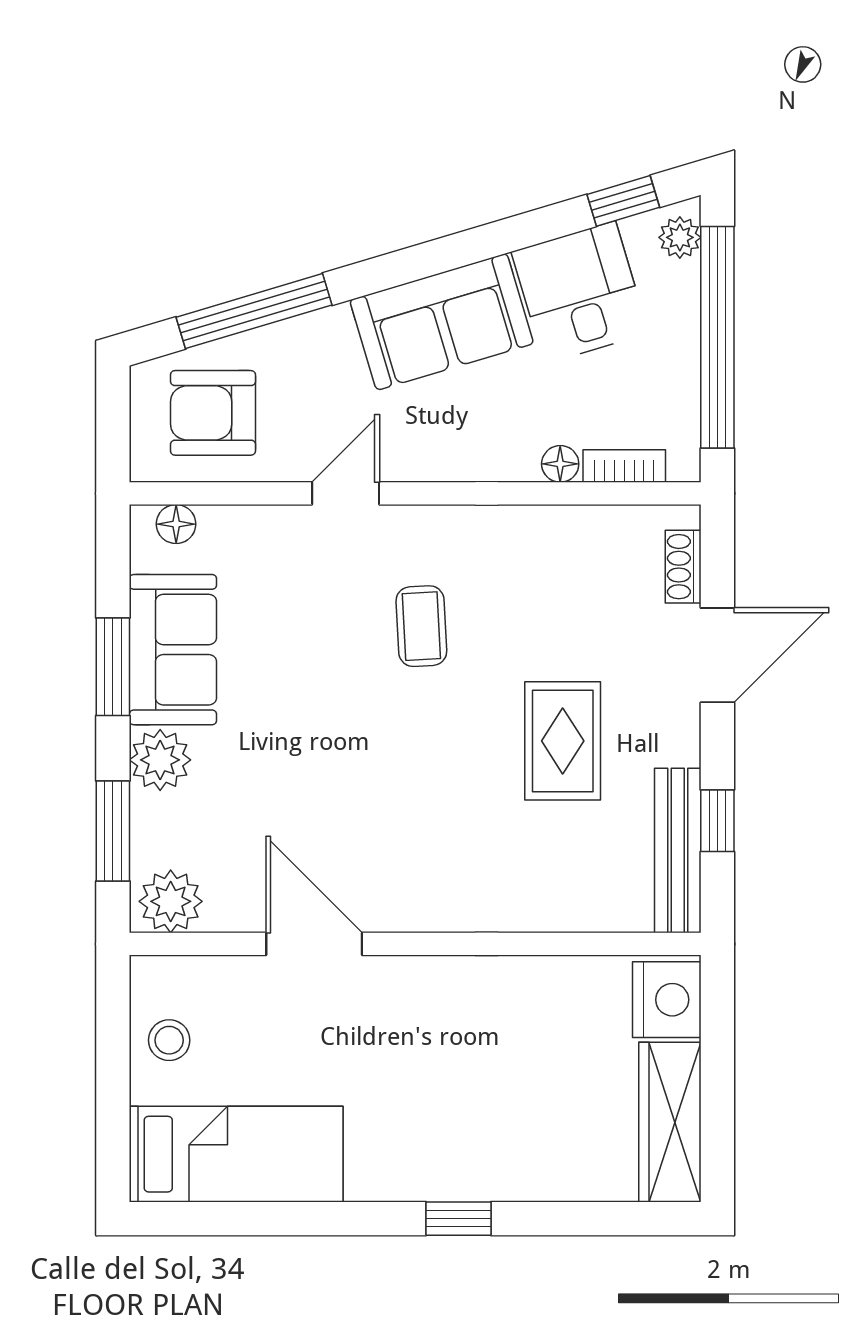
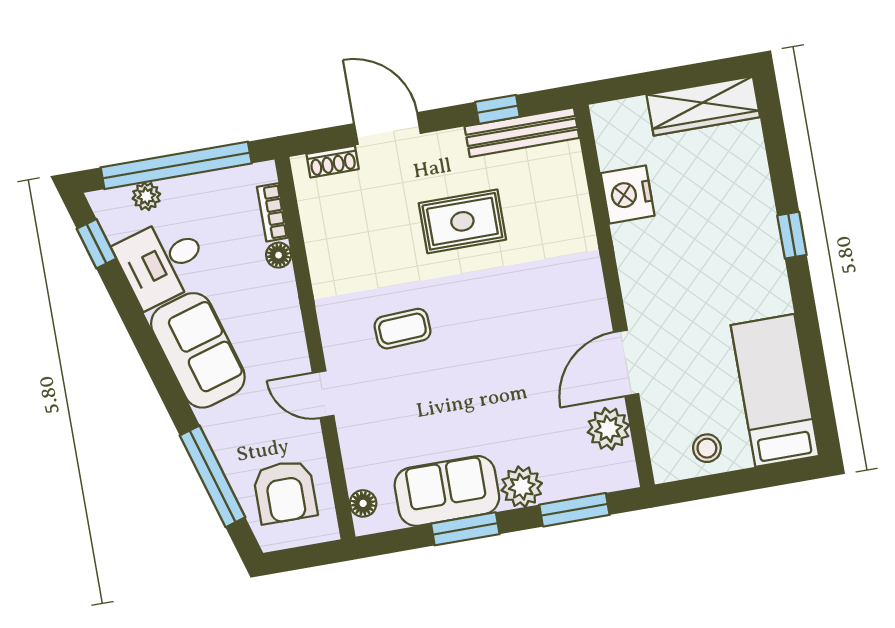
plant: (680, 237) -> (146, 196), moved
plant: (171, 901) -> (609, 429), moved
nightstand: (667, 1000) -> (628, 194), moved, turned -90

